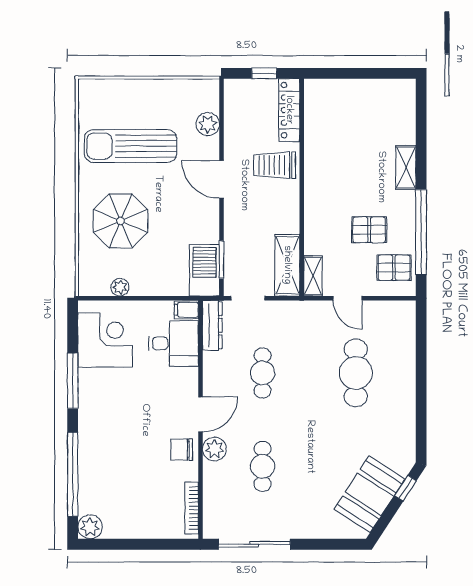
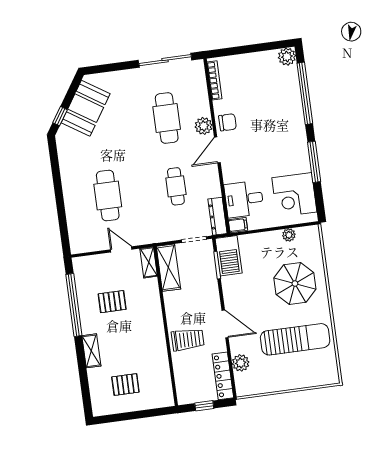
locker: (289, 110) -> (223, 376), moved, turned 180
pallet: (394, 268) -> (125, 385), moved
cafe table: (263, 466) -> (167, 118), width x1.37, depth x1.35

